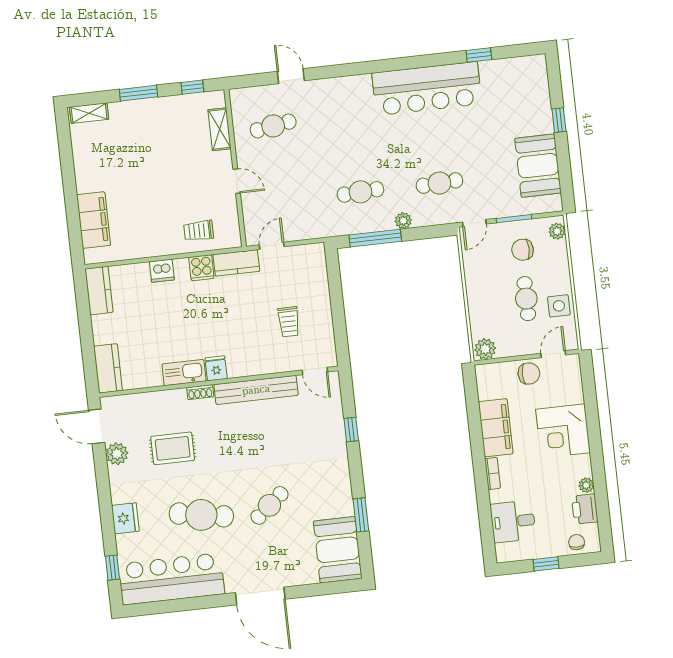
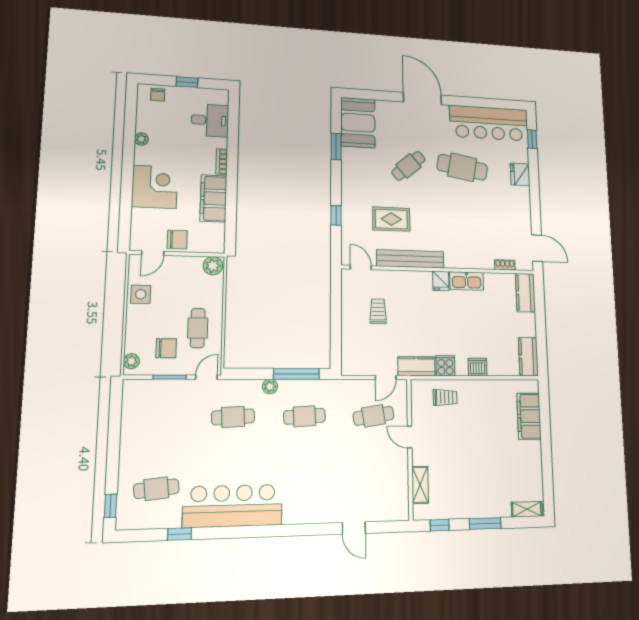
cafe table: (510, 99) -> (156, 489), added
window: (559, 120) -> (111, 506), moved
cafe table: (273, 126) -> (373, 416), moved
booth: (538, 166) -> (140, 424), removed
cafe table: (526, 299) -> (198, 328), moved
chair: (529, 373) -> (177, 240), turned 180
shoe rack: (200, 392) -> (505, 265), moved
rug: (173, 448) -> (391, 219), moved
plant: (117, 454) -> (523, 225), removed
printer: (585, 509) -> (146, 120), removed

